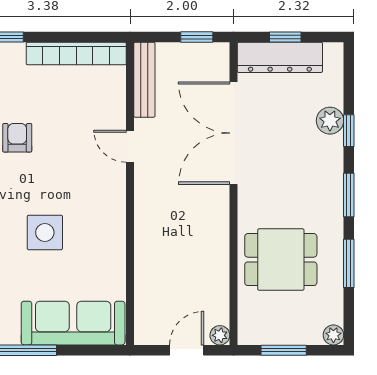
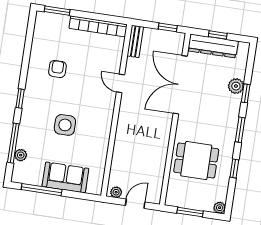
bench: (144, 80) -> (135, 41), width x0.73
window: (349, 263) -> (234, 168), width x0.67
sofa: (73, 323) -> (65, 177), width x0.73
plant: (220, 335) -> (116, 192), moved

